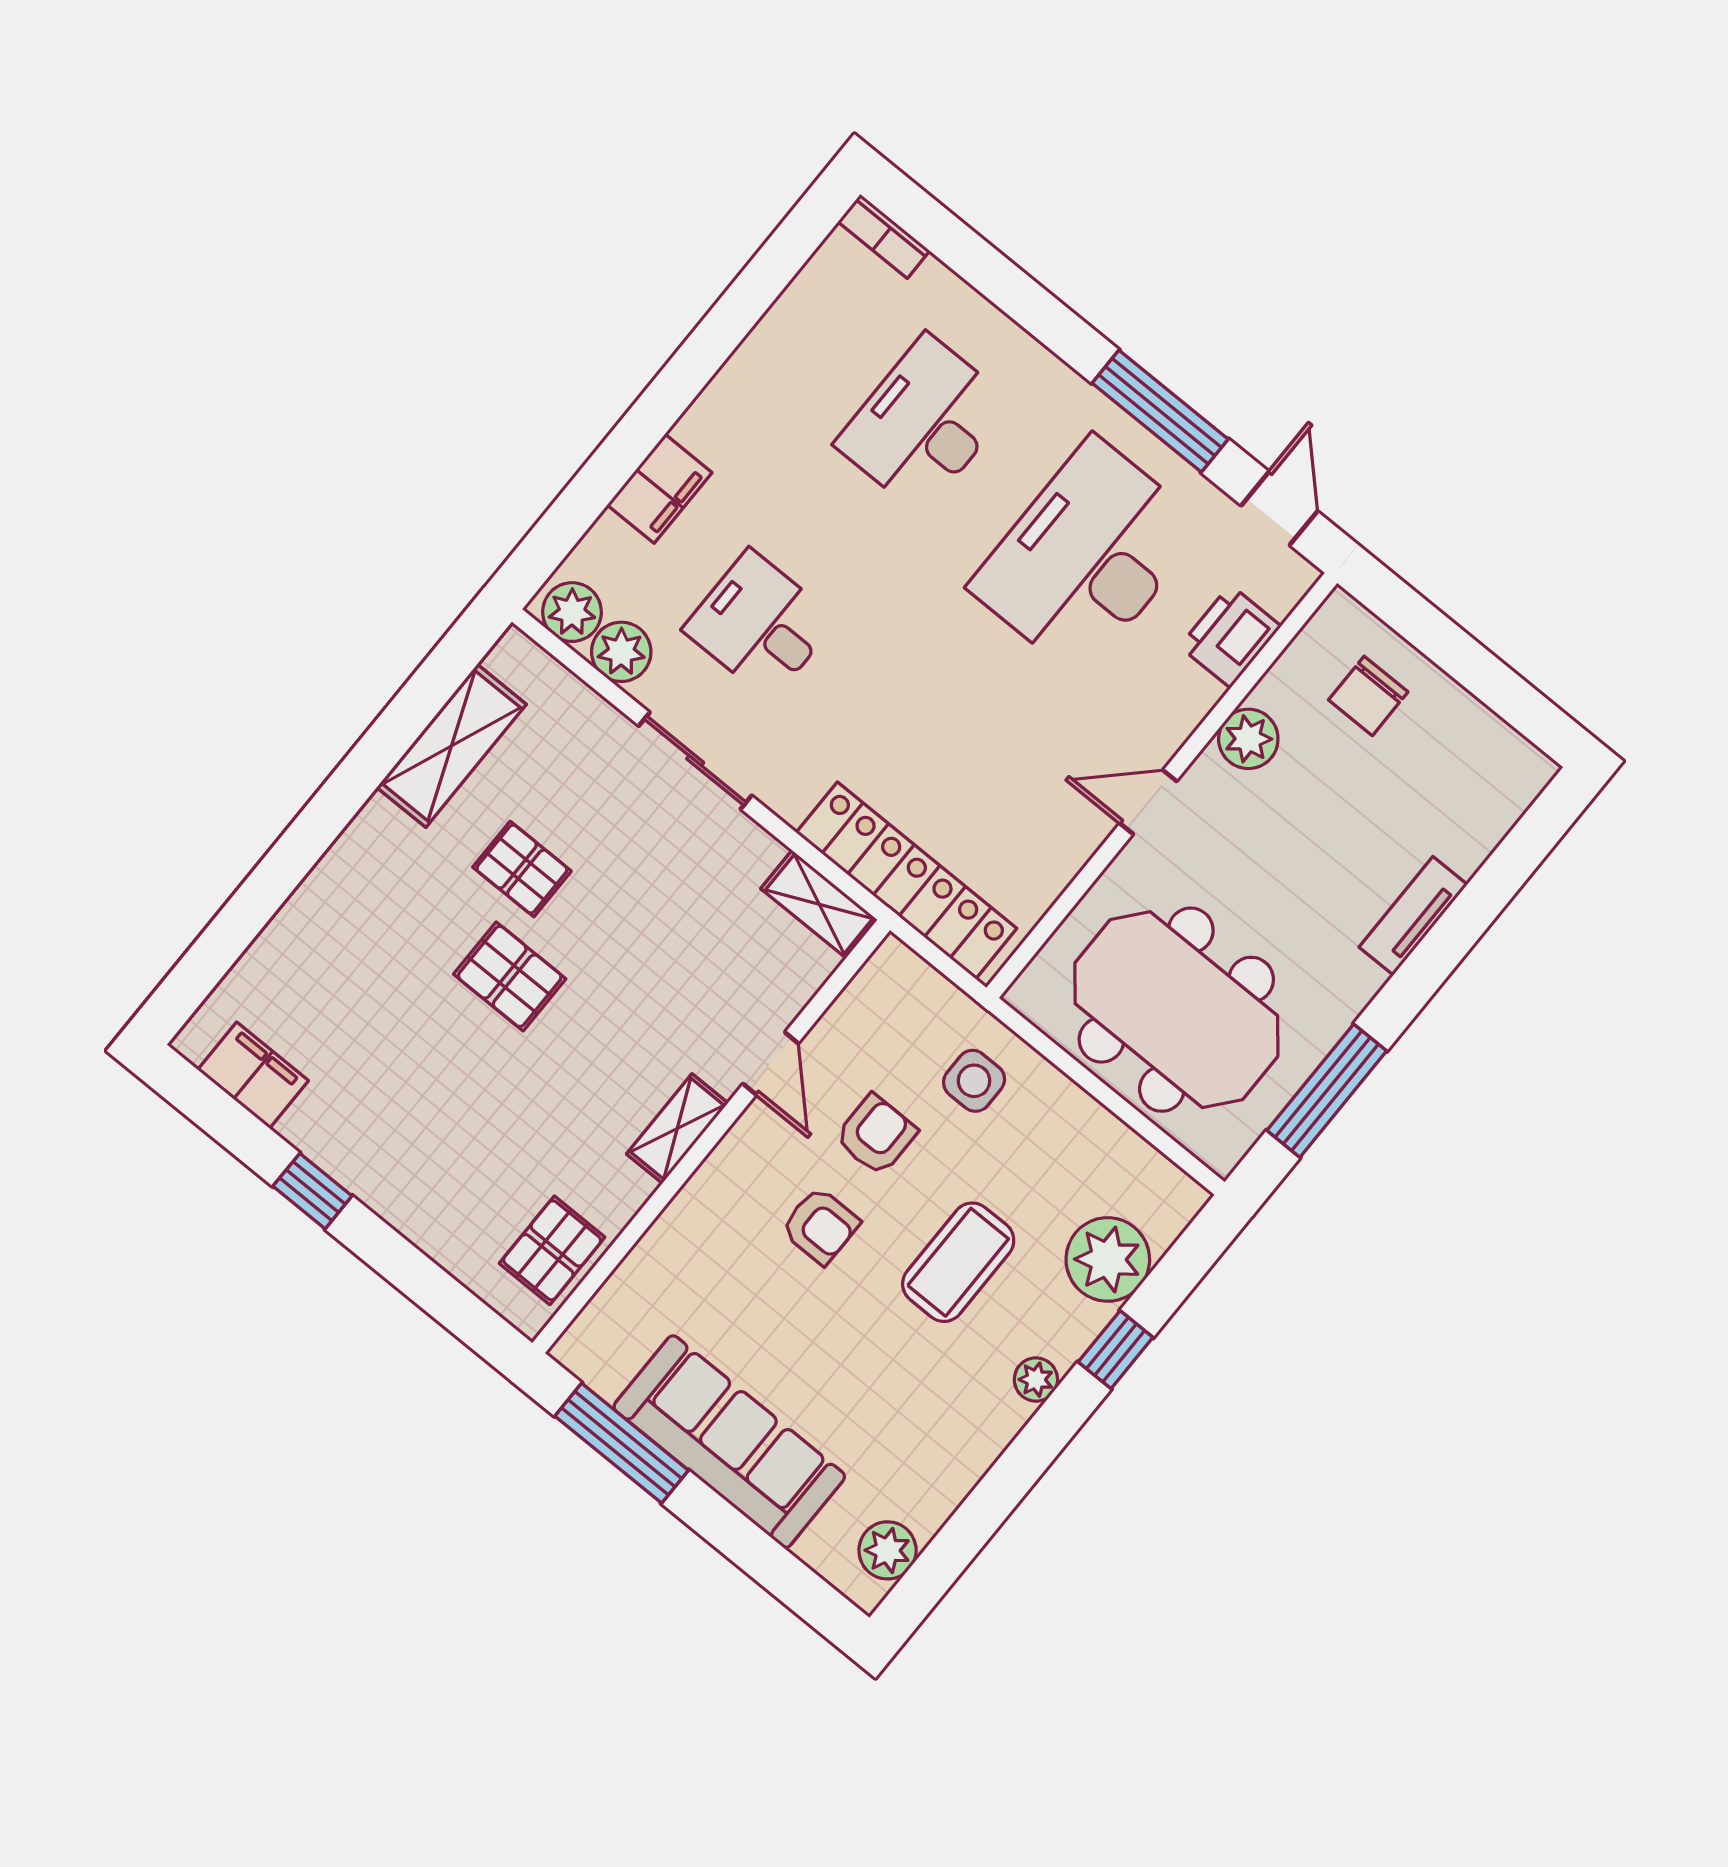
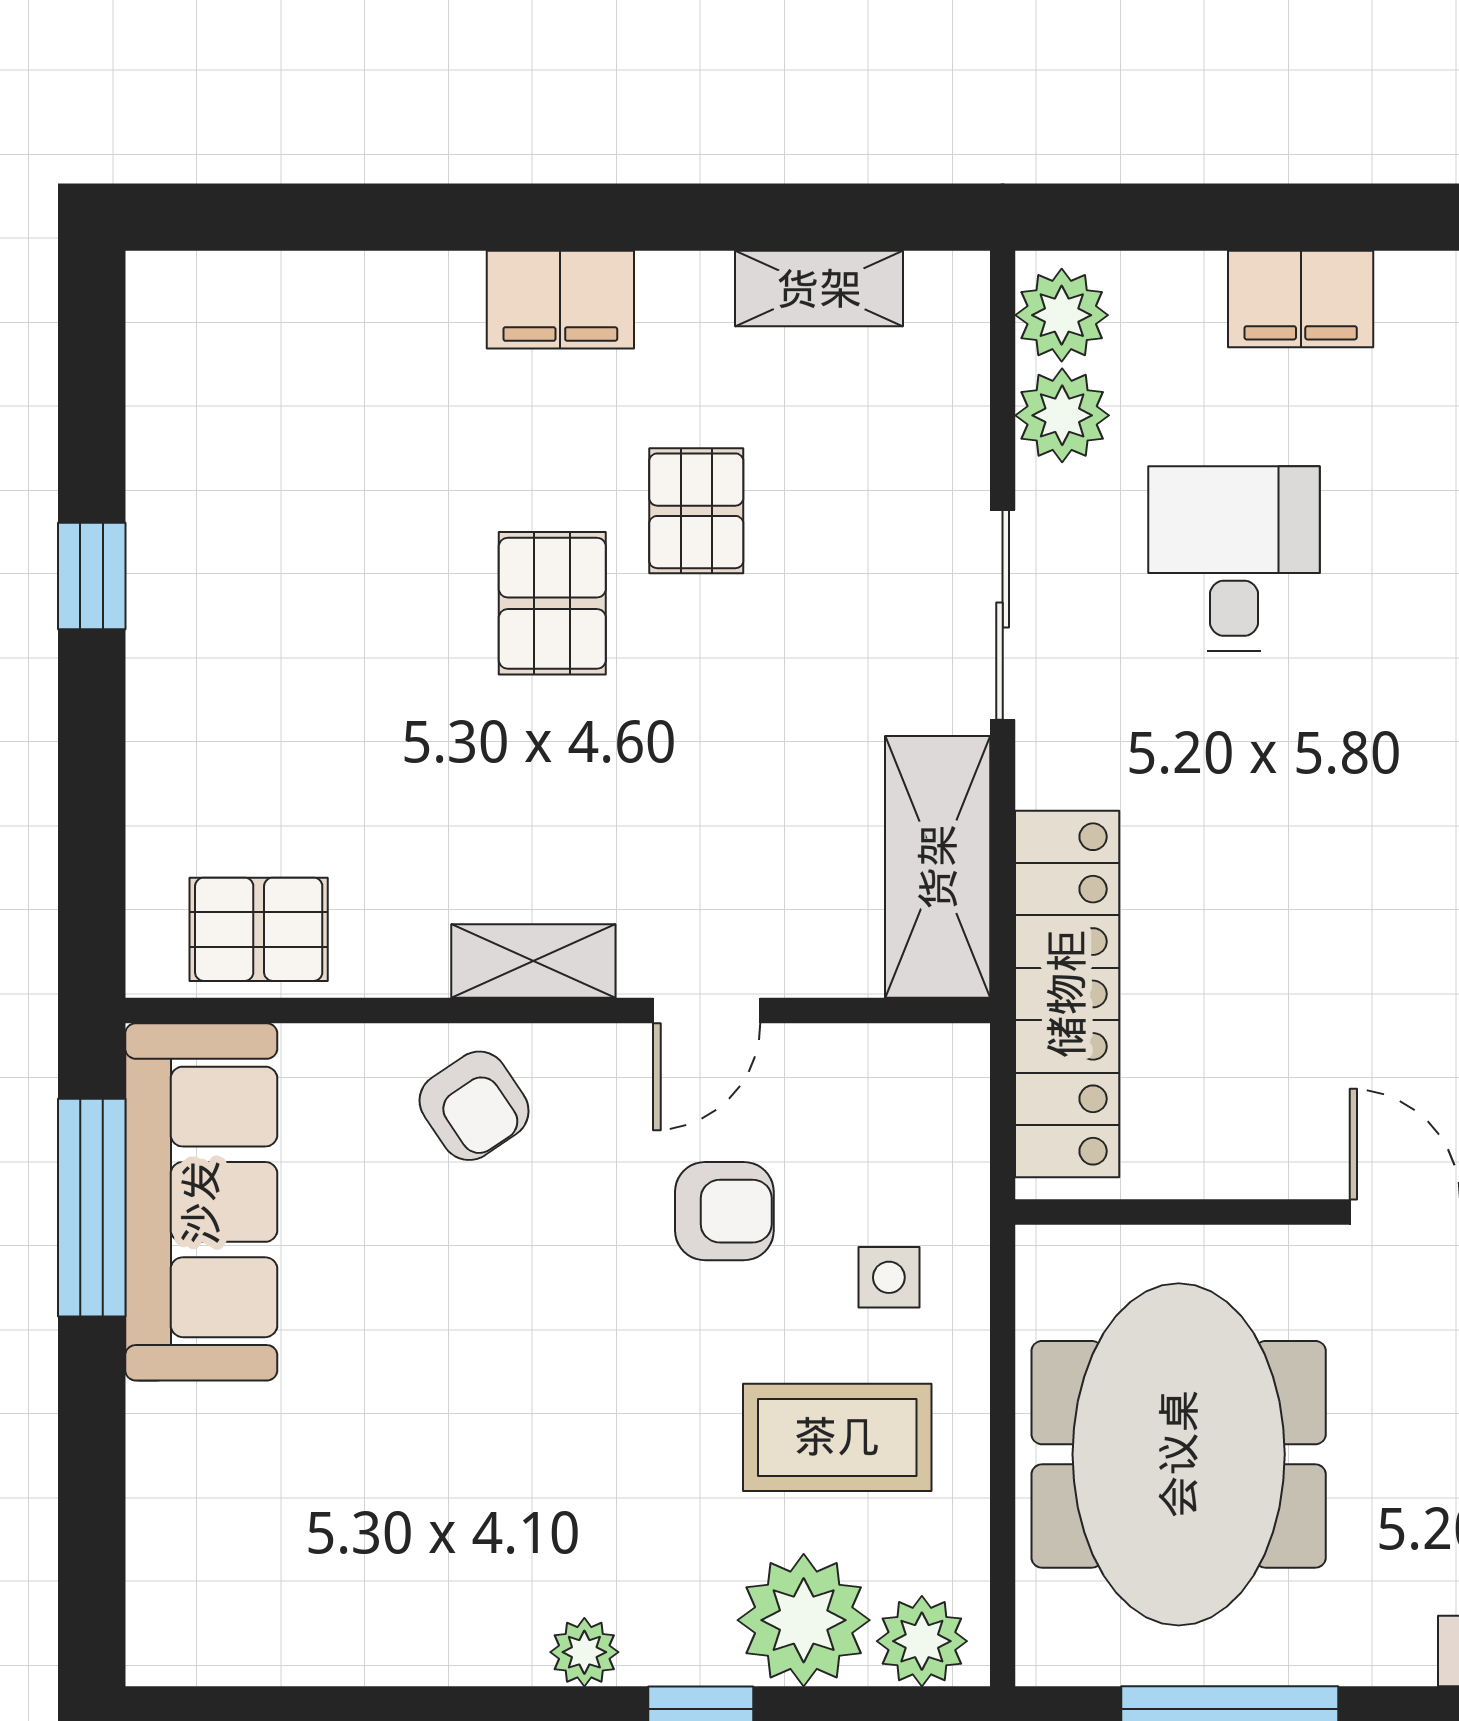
shelving: (452, 746) -> (819, 289), width x0.67, depth x0.75
shelving: (819, 904) -> (938, 867), width x1.50, depth x1.33
filing cabinet: (253, 1075) -> (560, 300), moved, turned 90
side table: (974, 1081) -> (889, 1277), width x0.73, depth x0.73
armchair: (820, 1226) -> (474, 1106), moved, turned -34
coffee table: (958, 1262) -> (837, 1437), moved
sofa: (729, 1442) -> (201, 1202), moved
plant: (888, 1550) -> (922, 1641), moved

